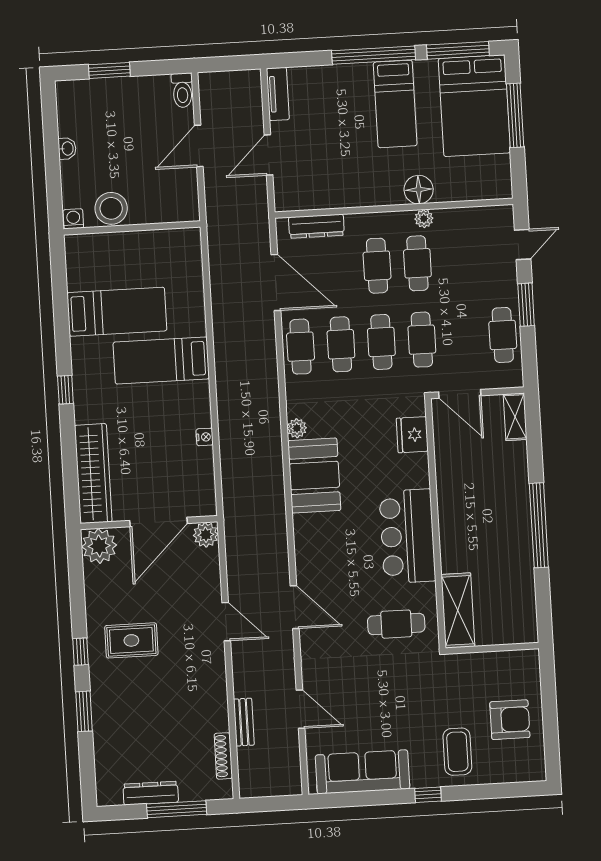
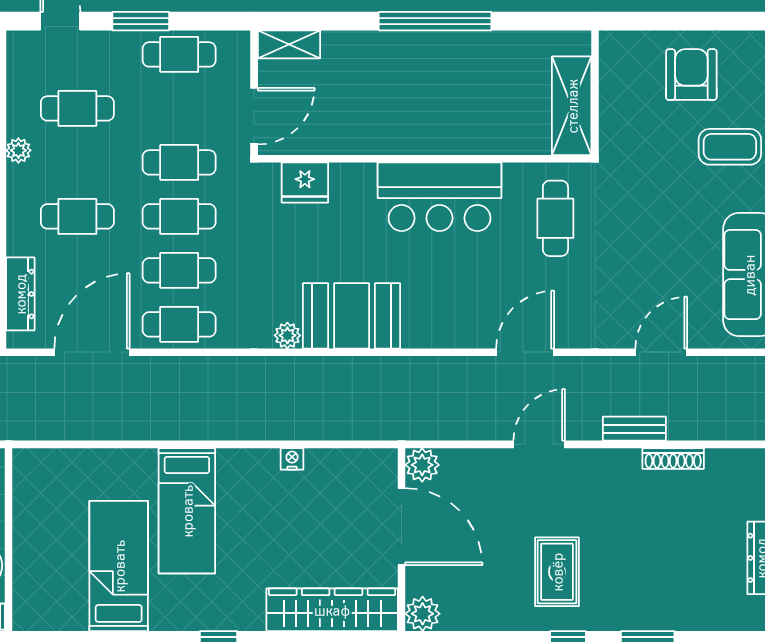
cafe table: (417, 263) -> (77, 108), moved
plant: (99, 546) -> (423, 614), width x0.73, depth x0.73
shelving: (458, 610) -> (572, 106), moved, turned 90
bench: (244, 722) -> (634, 429), moved
shoe rack: (223, 756) -> (673, 458), moved

